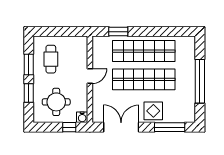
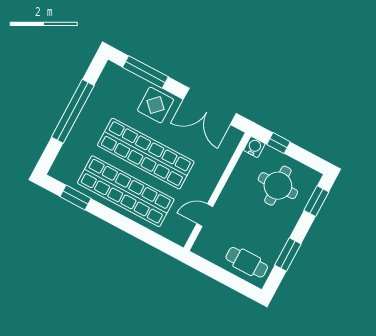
window: (118, 32) -> (75, 197), moved
cafe table: (51, 59) -> (247, 262), moved, turned 90
door: (90, 76) -> (205, 215), moved
window: (29, 93) -> (316, 201), moved

